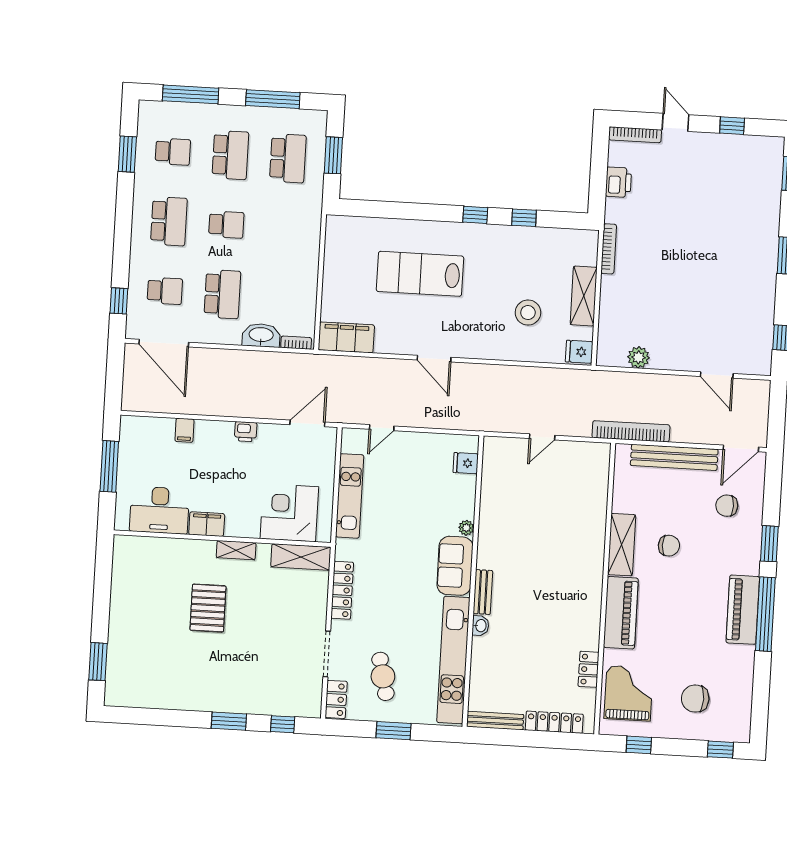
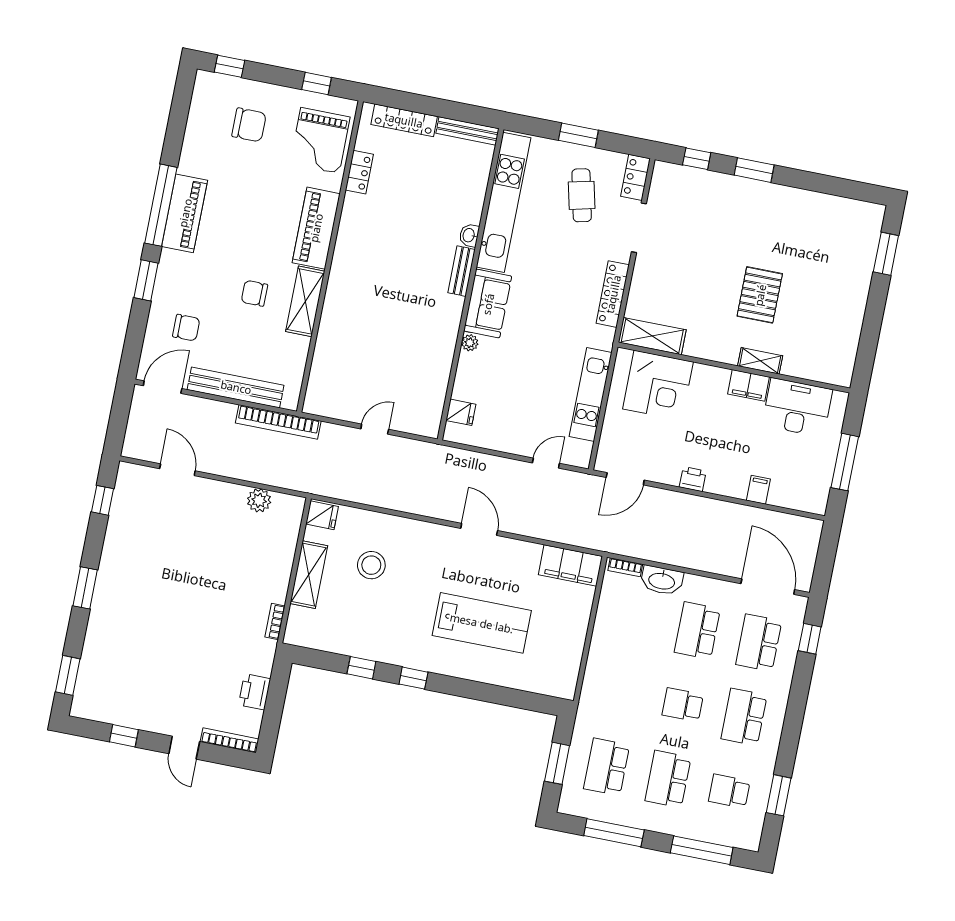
bookcase: (609, 249) -> (275, 622), width x0.64
school desk: (165, 291) -> (759, 643), width x1.85
shelving: (236, 550) -> (760, 361), moved

